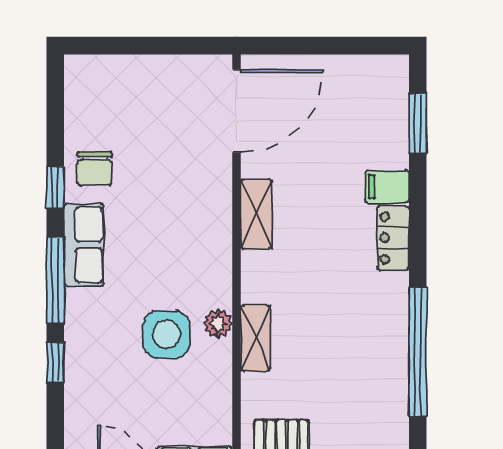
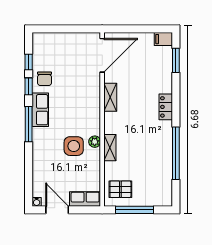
filing cabinet: (387, 187) -> (163, 39), moved
window: (55, 362) -> (29, 62), moved

